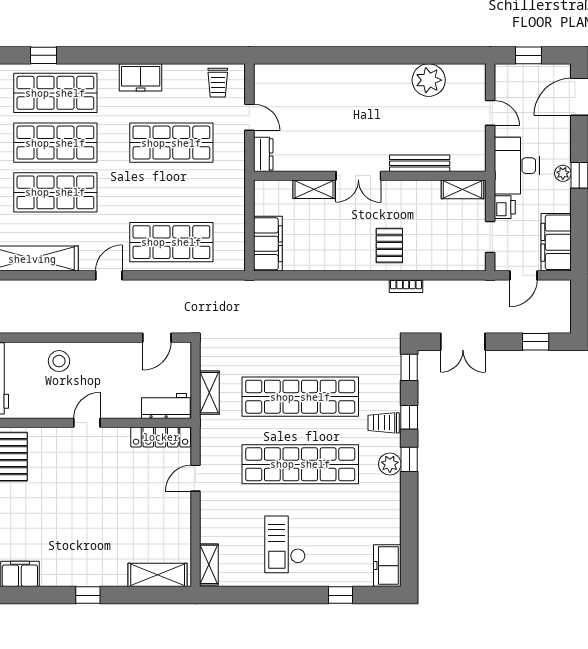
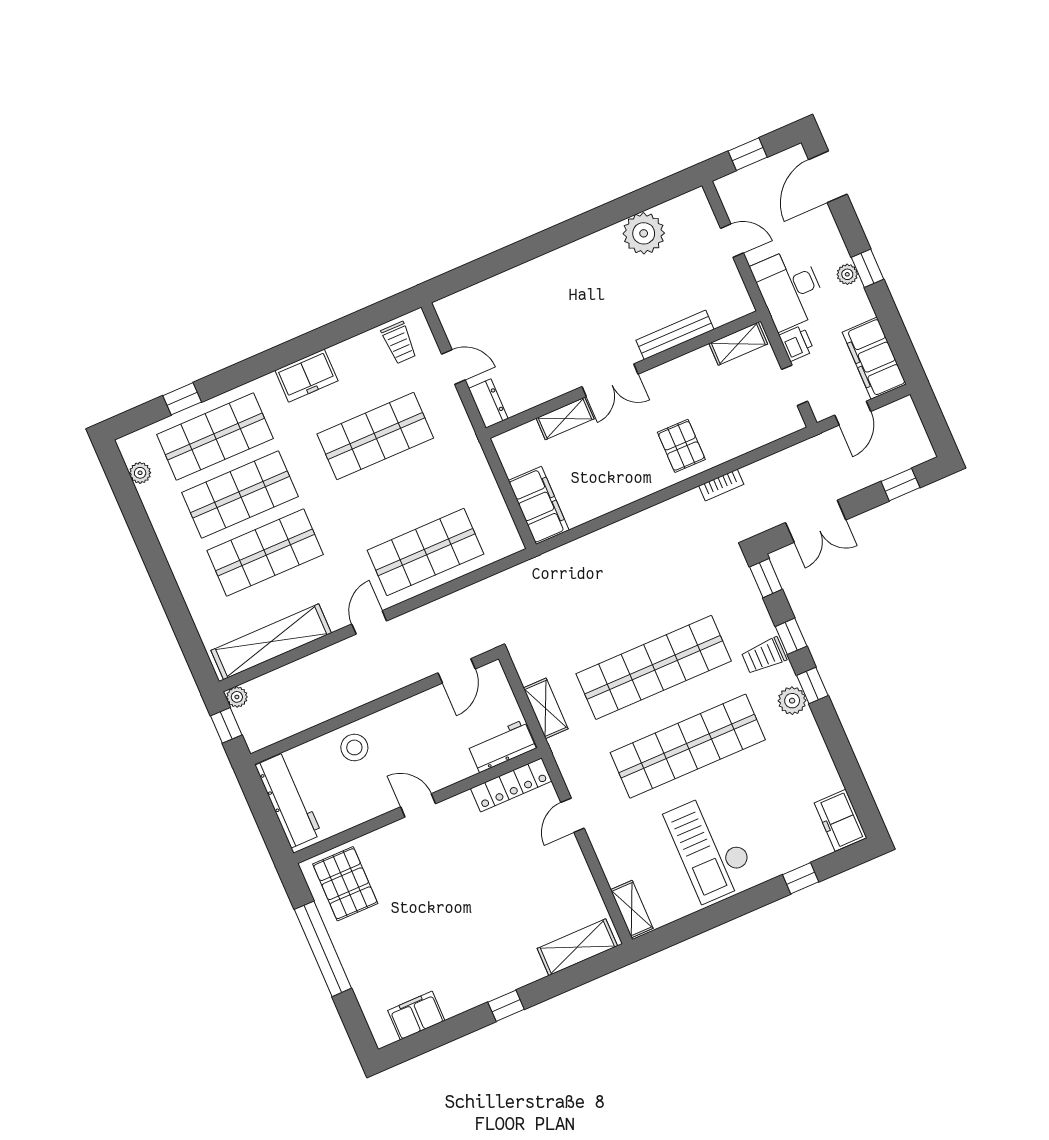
door: (87, 423) -> (418, 805), hinge flipped
checkout: (285, 544) -> (710, 847), width x1.36, depth x1.21

